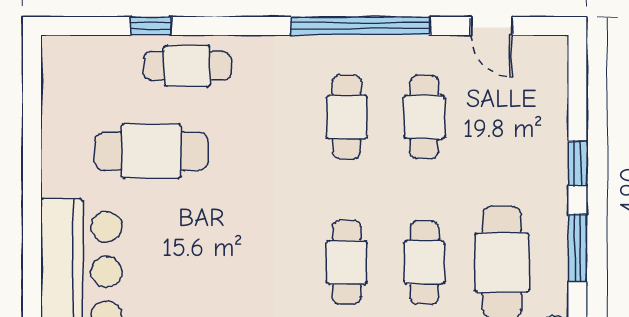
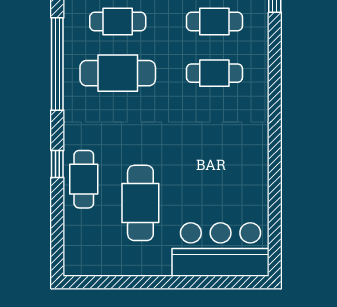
window: (151, 26) -> (57, 164), moved
cafe table: (347, 117) -> (118, 73), width x1.37, depth x1.35

